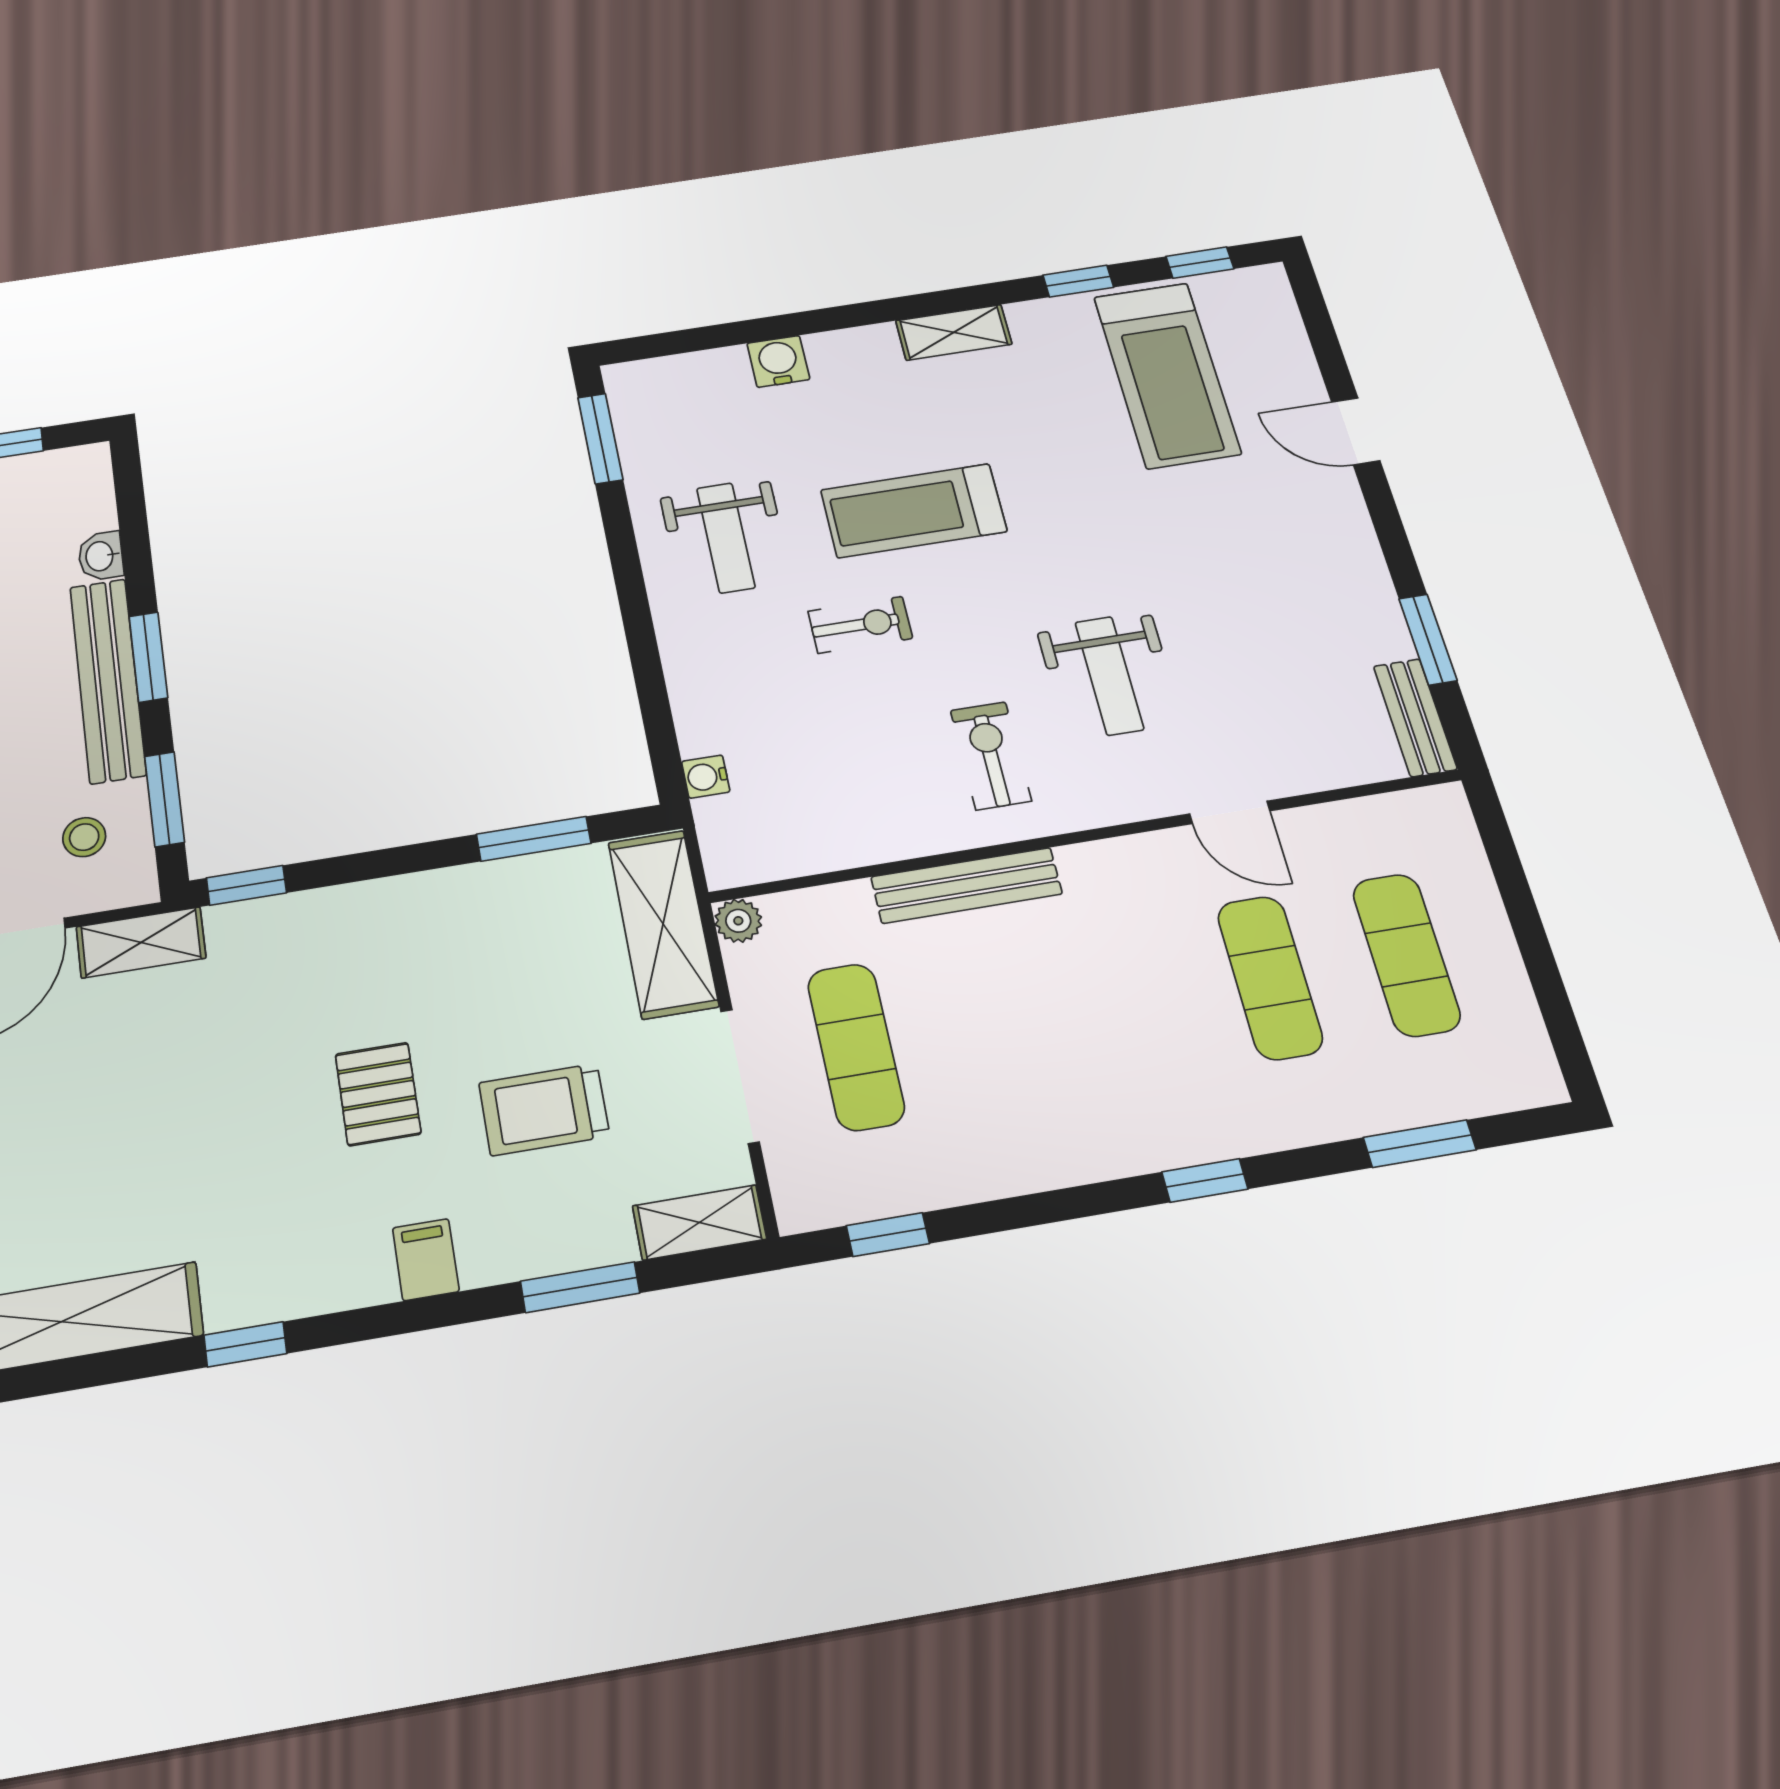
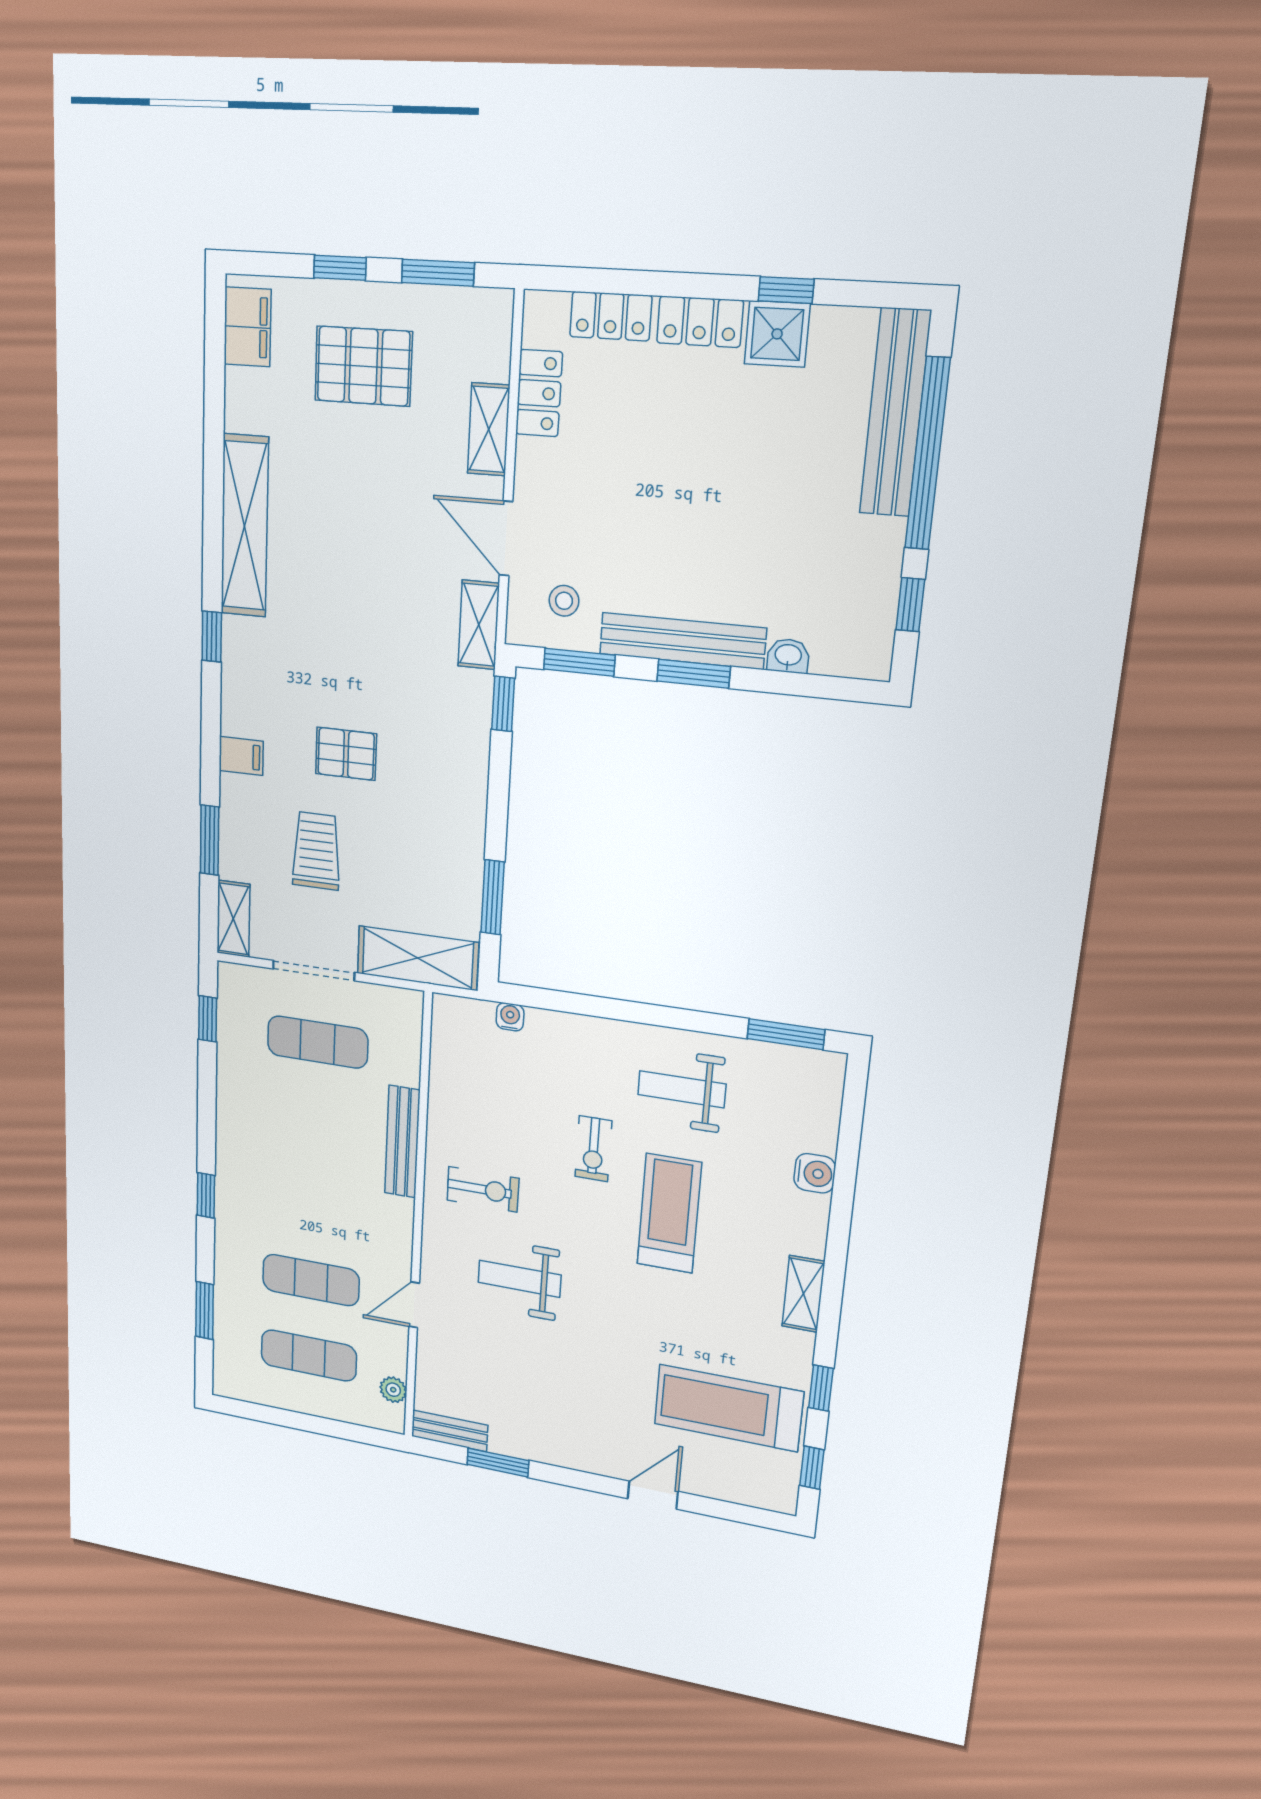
plant: (738, 921) -> (393, 1390), moved

